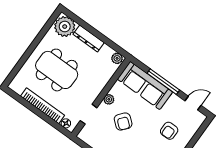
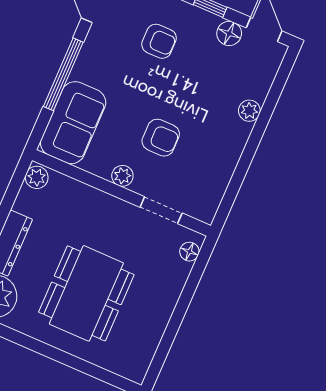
sofa: (145, 85) -> (73, 123), width x0.73
bookcase: (43, 106) -> (164, 306), removed
armchair: (123, 122) -> (161, 138), turned 50

